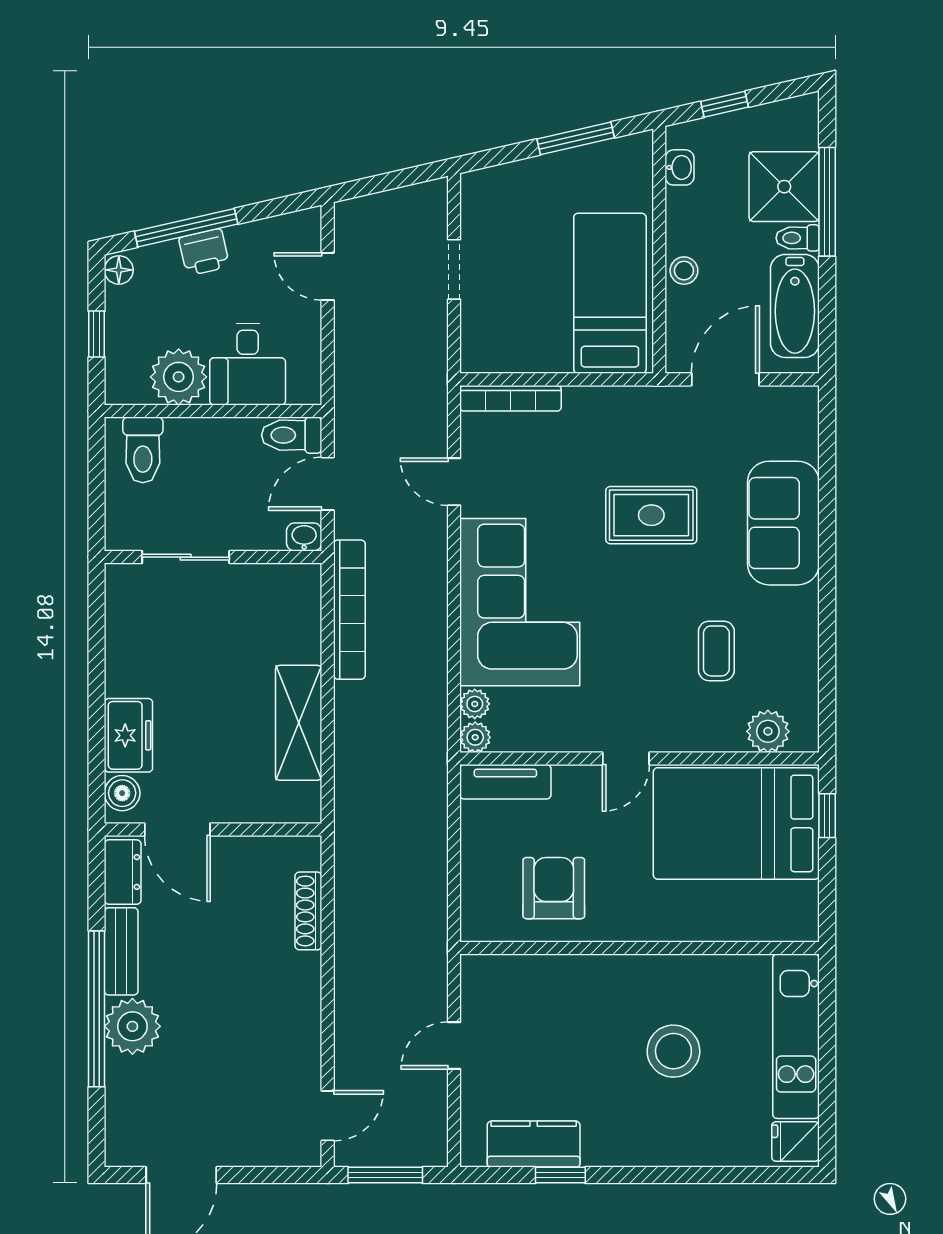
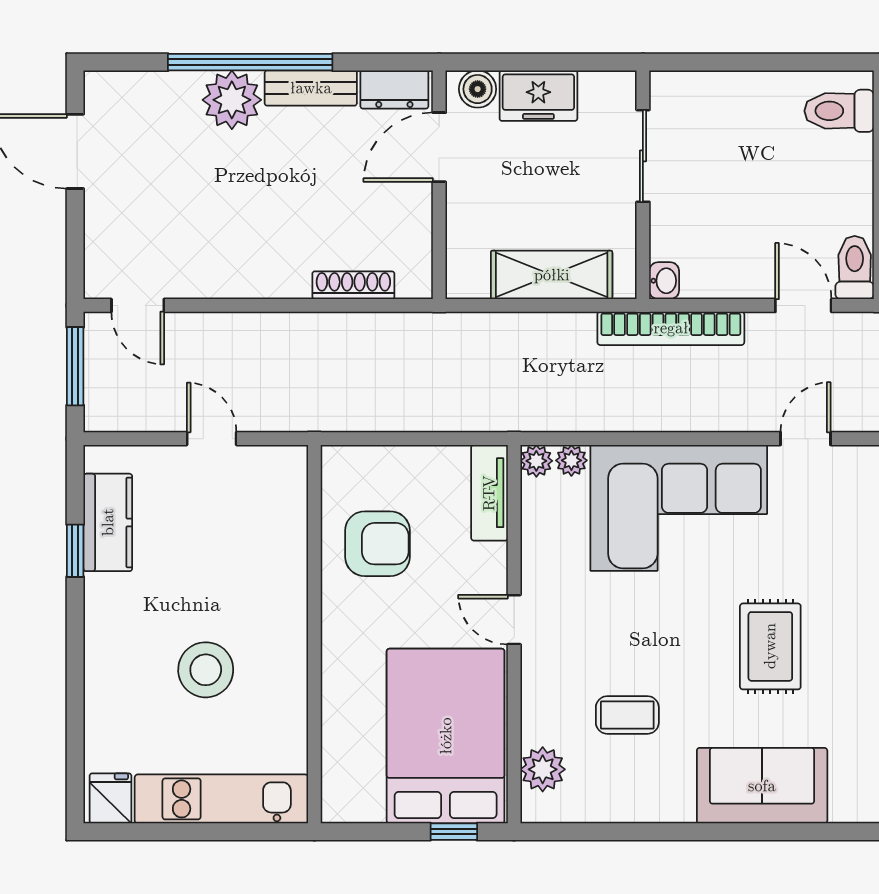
washbasin: (304, 537) -> (664, 281), moved
sliding door: (186, 557) -> (643, 156), moved
wall: (213, 557) -> (643, 185), moved

